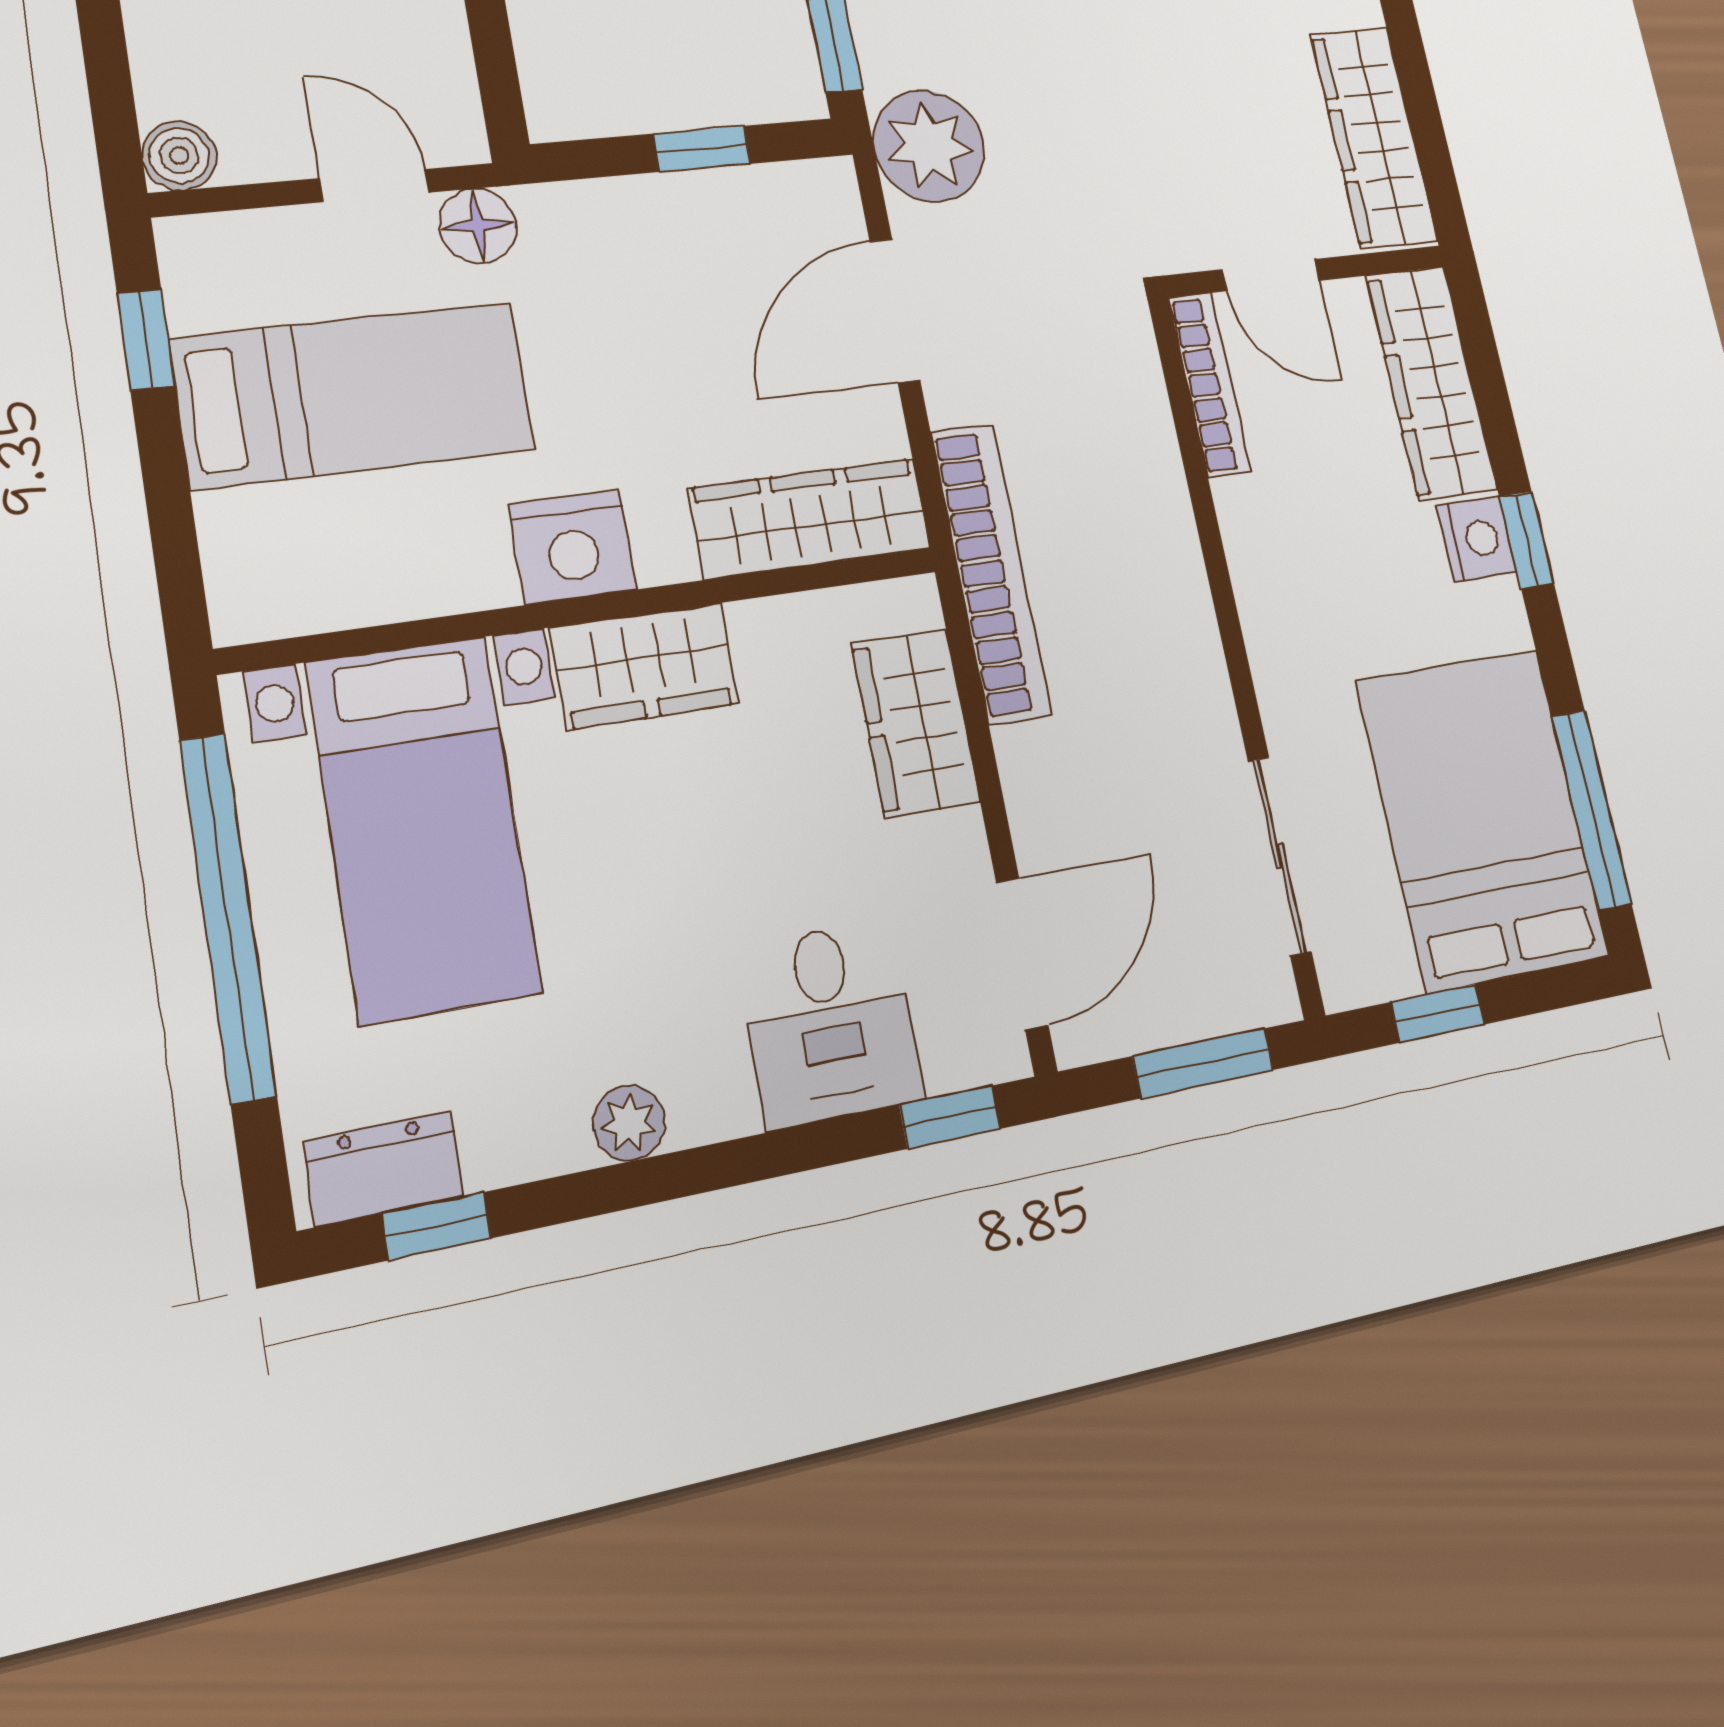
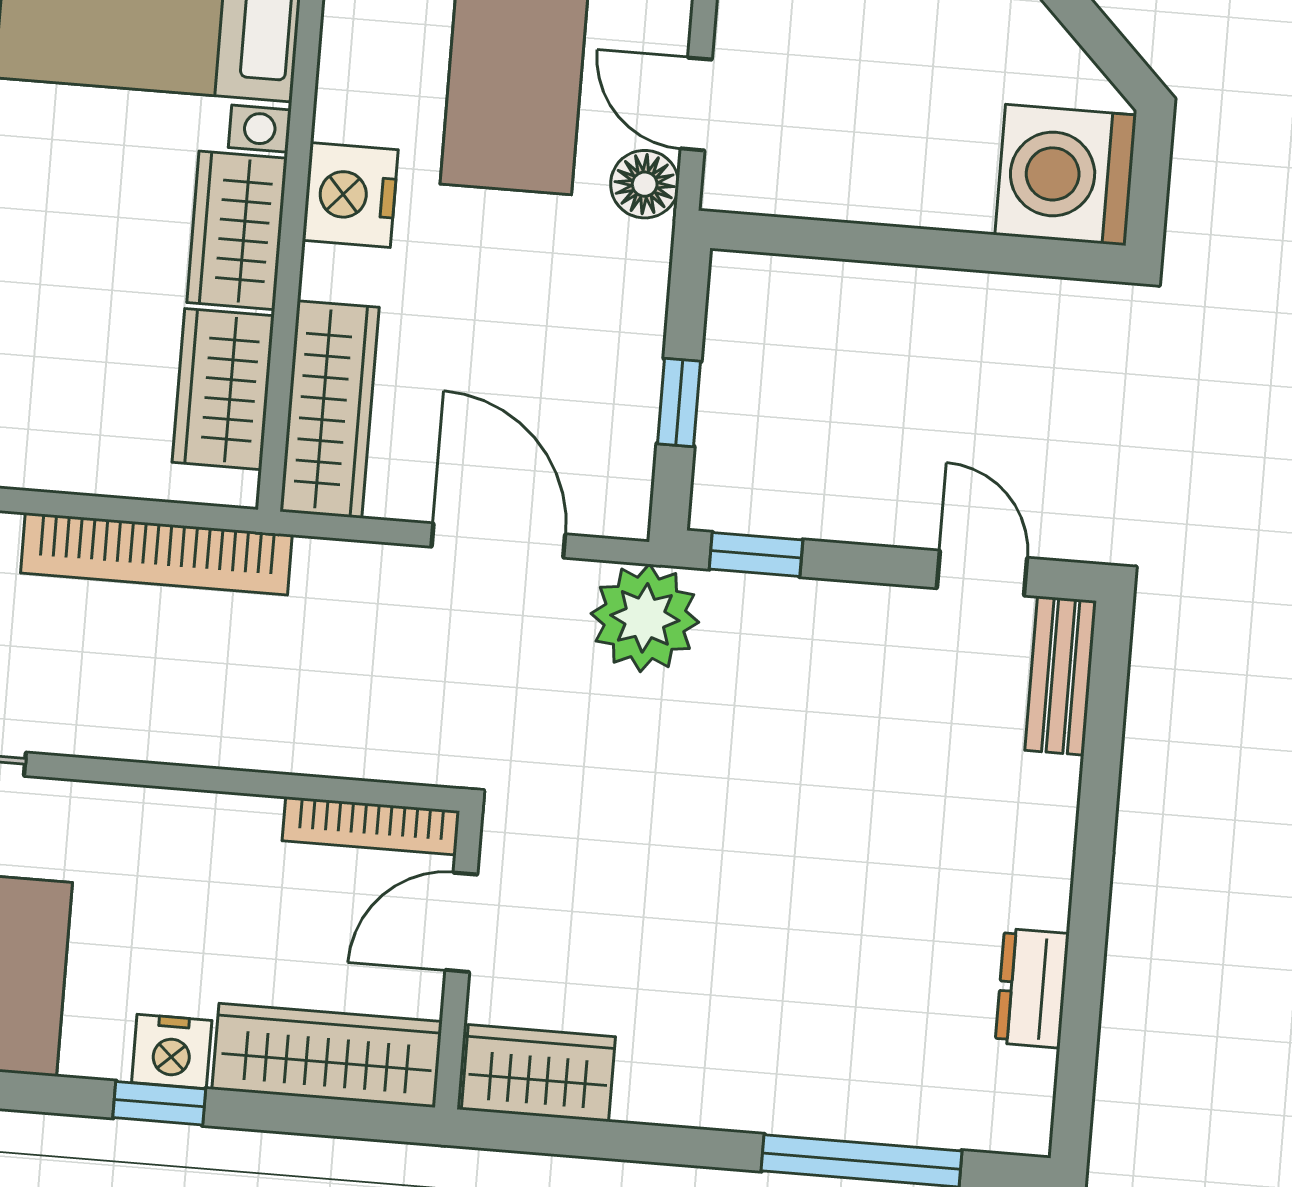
wardrobe: (1374, 137) -> (538, 1073), width x0.67
door: (375, 185) -> (696, 104), swing flipped
bookcase: (991, 573) -> (156, 554), moved
wardrobe: (916, 723) -> (223, 389), moved, turned -90

